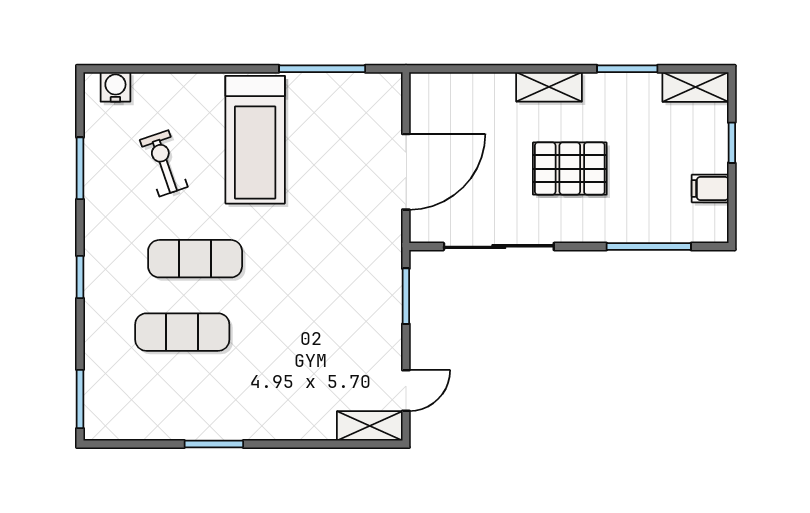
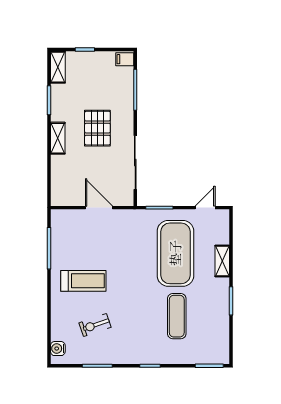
treadmill: (255, 140) -> (83, 281), width x0.73, depth x0.73
door: (406, 172) -> (99, 208), width x0.73
filing cabinet: (710, 188) -> (125, 59), moved, turned 90
exercise mat: (195, 259) -> (175, 253), moved, width x2.00, depth x1.45
door: (406, 391) -> (205, 208), hinge flipped
shelving: (370, 426) -> (222, 261), moved

